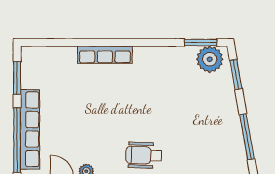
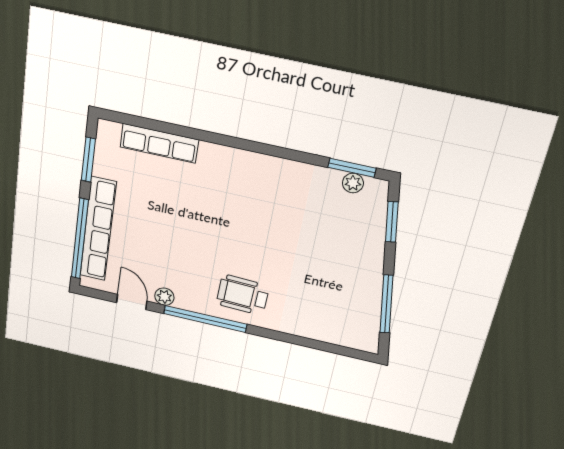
row of seats: (105, 55) -> (159, 143), moved
plant: (210, 59) -> (353, 183), width x0.53, depth x0.53

